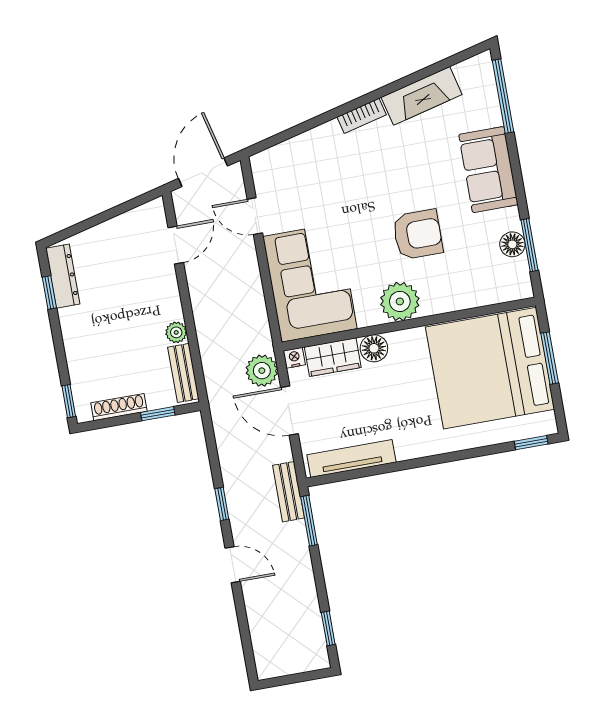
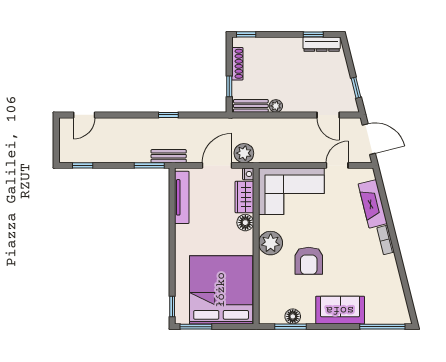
fireplace: (422, 96) -> (373, 204), moved
window: (123, 208) -> (356, 88), added
window: (550, 358) -> (196, 327), moved
door: (233, 565) -> (84, 115), moved

